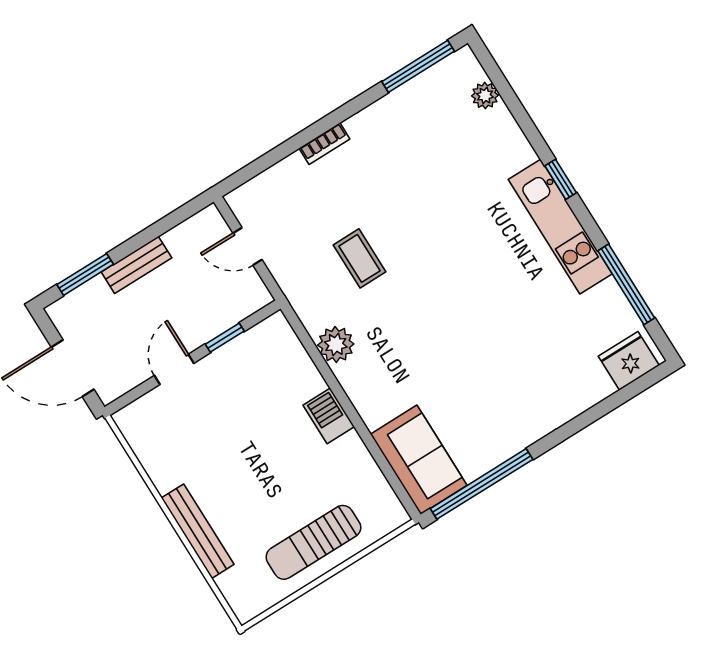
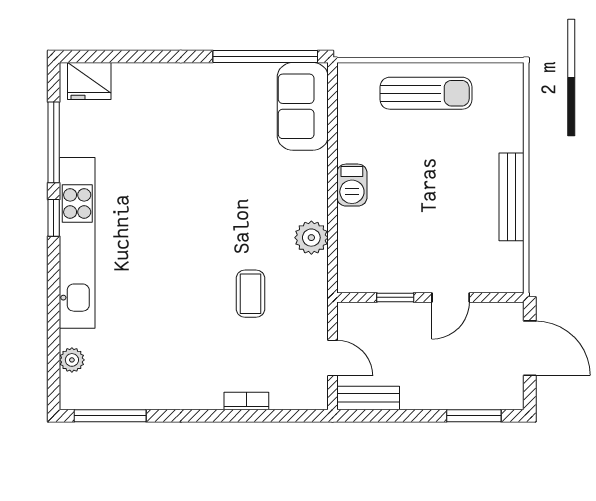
bookcase: (324, 144) -> (246, 401), moved
window: (561, 179) -> (54, 218), moved
kitchen unit: (560, 227) -> (77, 243), width x1.36
bench: (136, 265) -> (368, 398), moved
bench: (198, 531) -> (512, 197), moved

